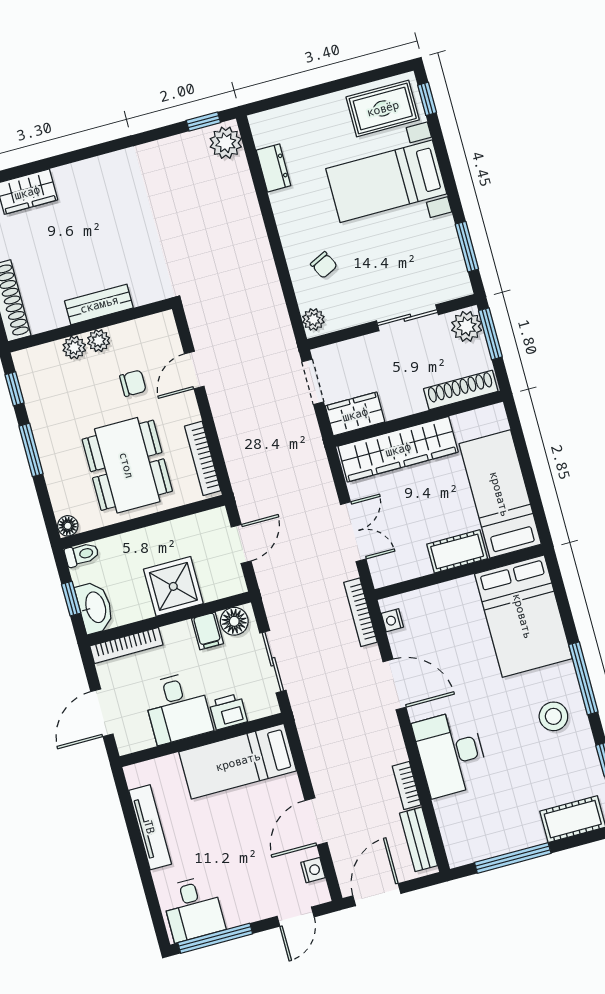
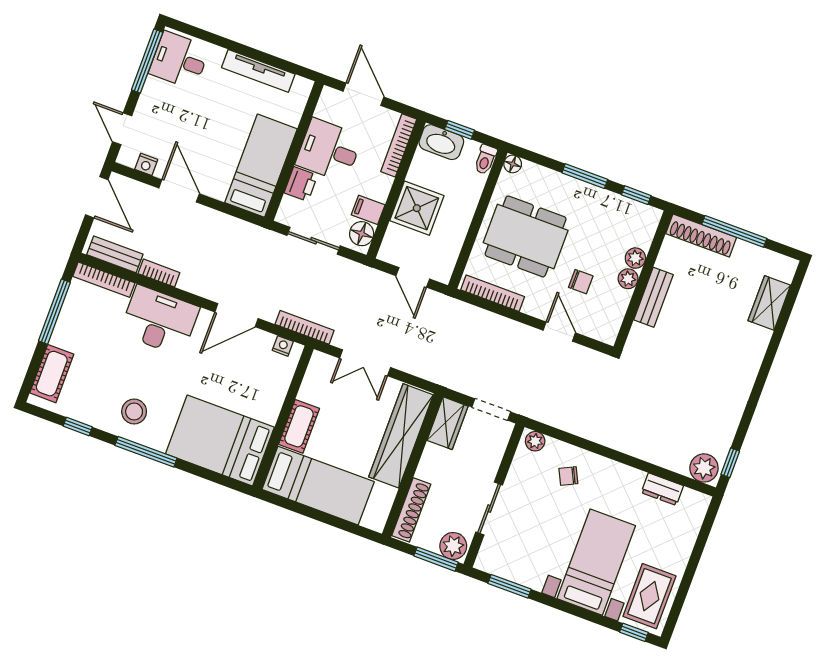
chair: (133, 383) -> (581, 282), turned -90
bookcase: (450, 833) -> (104, 280), added

